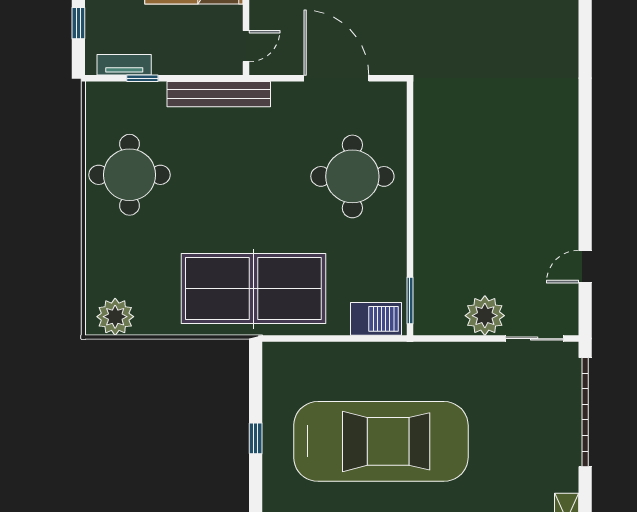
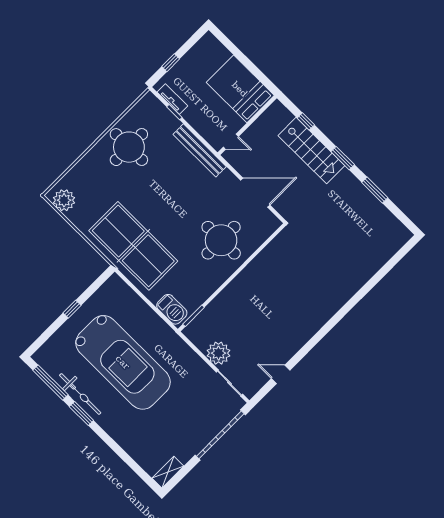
door: (336, 78) -> (255, 193), hinge flipped

